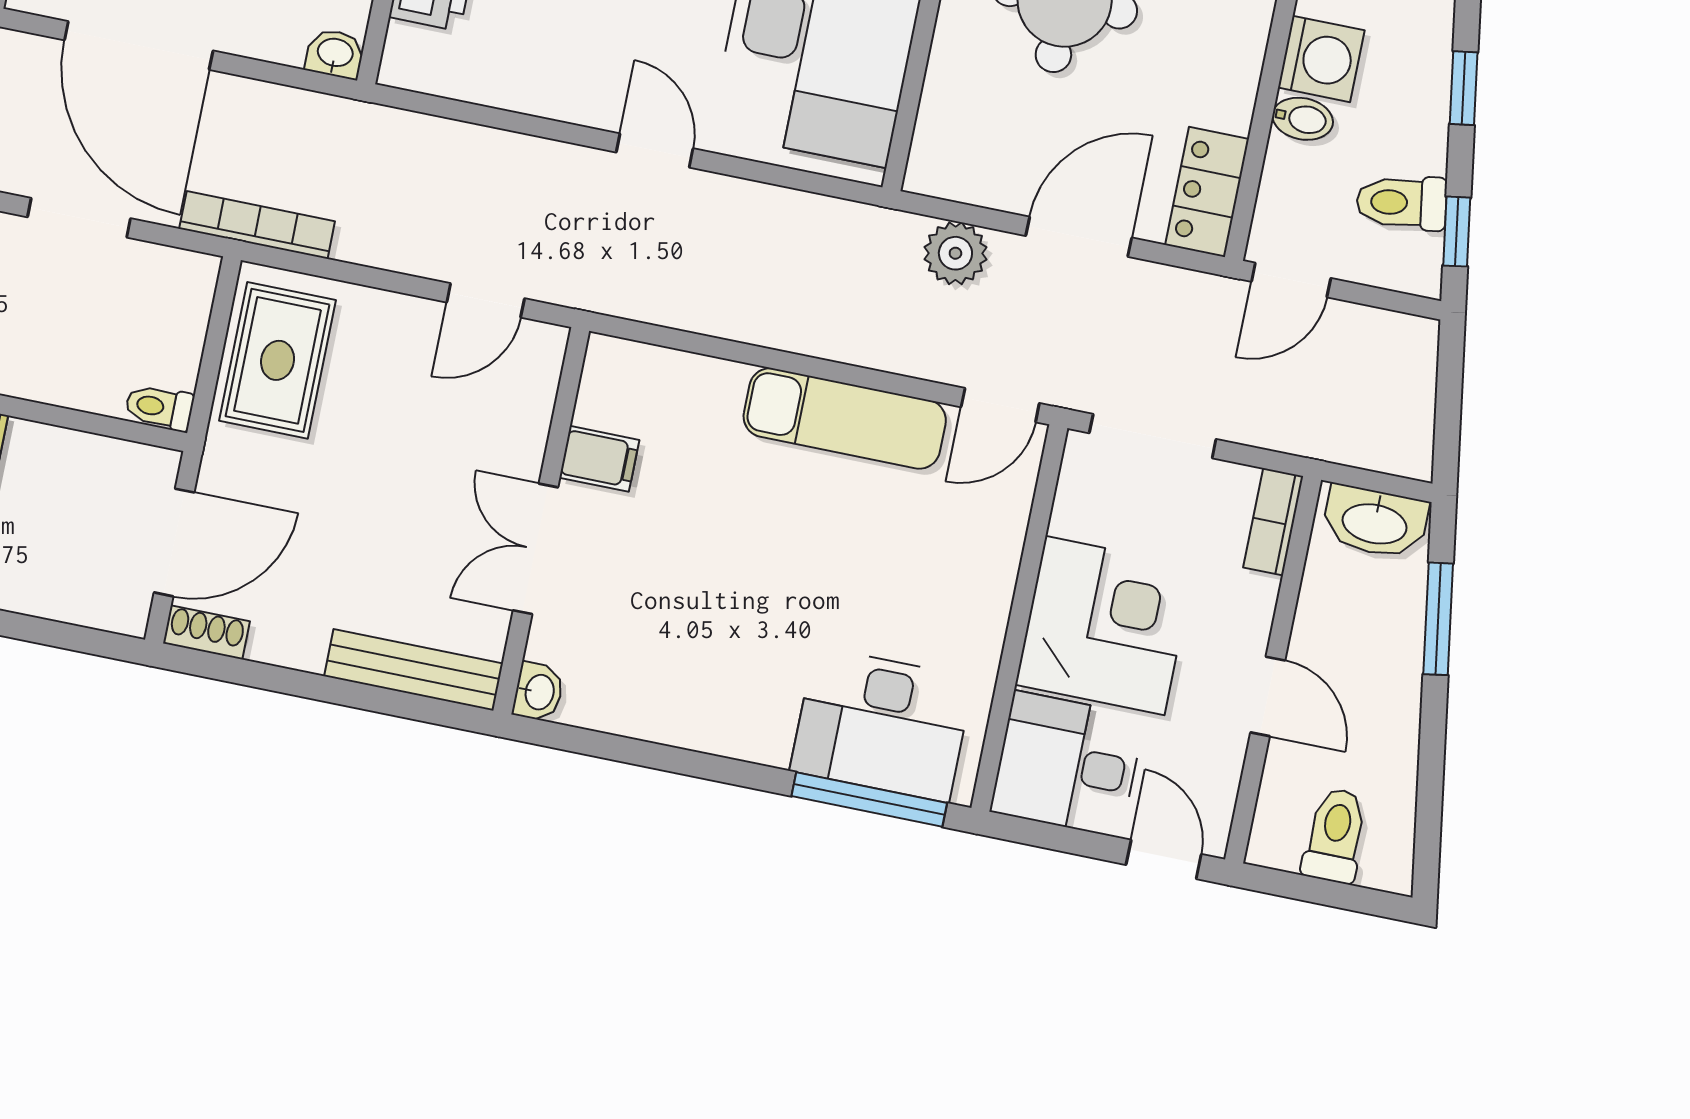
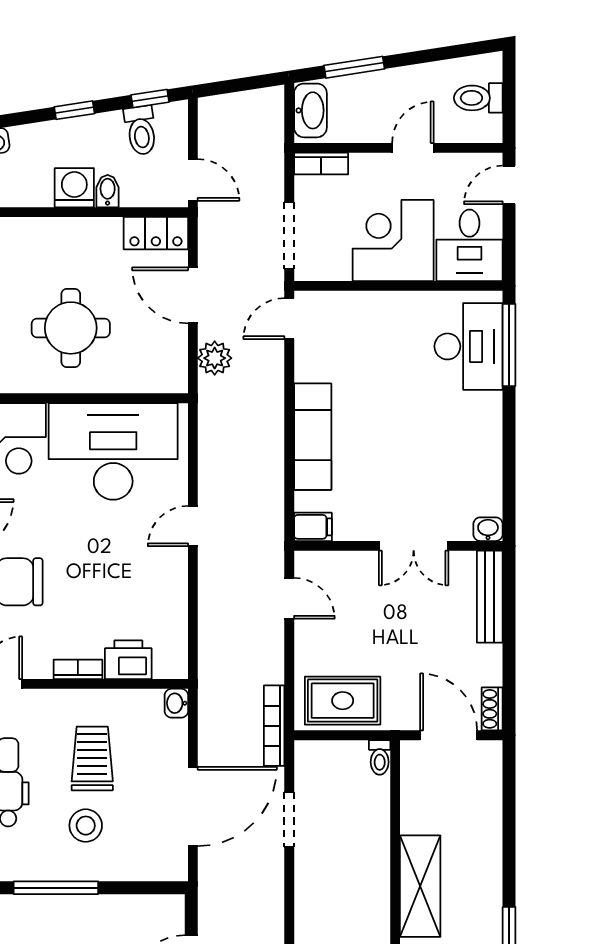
door: (1000, 405) -> (289, 319), swing flipped
exam couch: (845, 418) -> (313, 437), moved
filing cabinet: (599, 459) -> (313, 527), moved, turned 90

